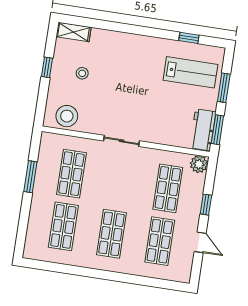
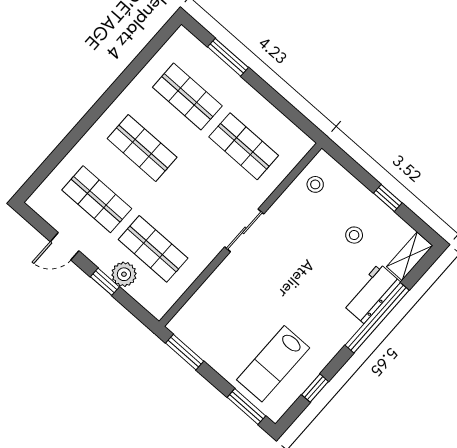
window: (123, 28) -> (377, 318), added
window: (224, 88) -> (246, 407), moved
stool: (67, 116) -> (315, 184), width x0.53, depth x0.53
workbench: (203, 130) -> (372, 293), moved, turned -90
plant: (199, 164) -> (124, 274), moved
window: (30, 177) -> (228, 57), moved

